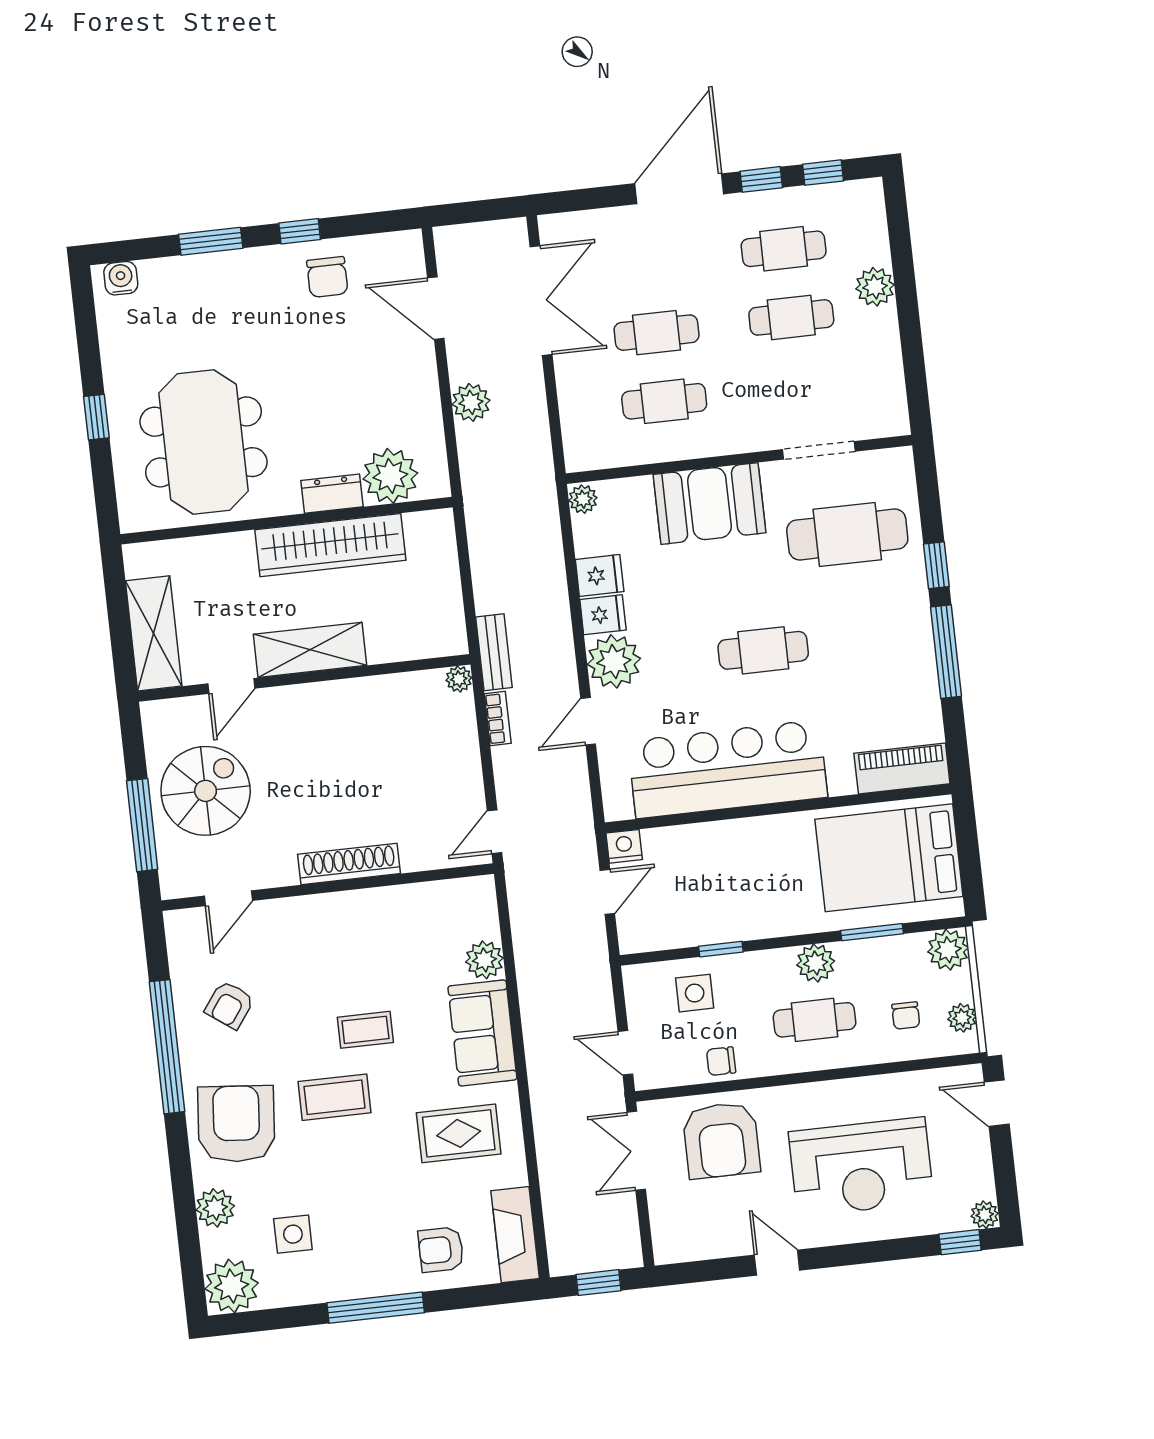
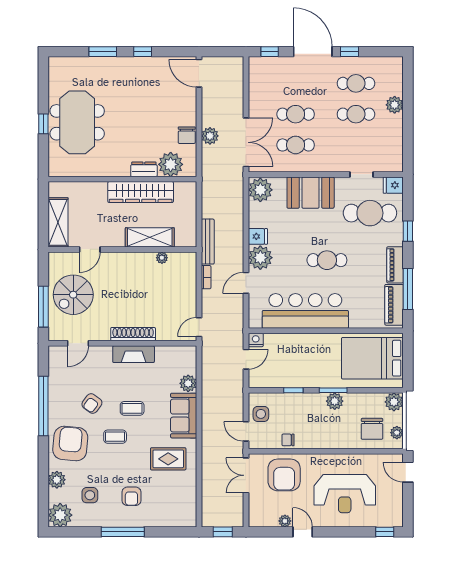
window: (823, 173) -> (270, 52), moved
door: (679, 189) -> (313, 52), hinge flipped
chair: (327, 277) -> (187, 135), moved
water cooler: (121, 278) -> (61, 64), removed
double door: (541, 301) -> (246, 142), moved
door: (436, 308) -> (199, 73), moved
meeting table: (203, 442) -> (77, 122), moved
doorway: (819, 450) -> (361, 174), width x0.73
plant: (583, 499) -> (260, 190), width x1.88, depth x1.88
fridge: (600, 575) -> (393, 185), moved, turned 180
piano: (916, 644) -> (395, 265), added
shelving: (310, 650) -> (150, 237), moved
bench: (494, 652) -> (208, 242), width x1.36
window: (946, 652) -> (408, 289), moved
plant: (459, 679) -> (162, 258), moved
piano: (902, 769) -> (394, 305), moved, turned -90
spiral stairs: (206, 791) -> (73, 295), turned 180
window: (872, 932) -> (333, 390), moved
side table: (695, 993) -> (261, 414), moved
armchair: (229, 1005) -> (92, 403), moved
chair: (906, 1016) -> (372, 429), width x1.87, depth x1.87
cafe table: (815, 1020) -> (331, 426), removed
coffee table: (335, 1097) -> (115, 437), width x0.73, depth x0.77
plant: (985, 1215) -> (285, 521), moved
fireplace: (515, 1235) -> (134, 354), moved, turned -90
armchair: (441, 1250) -> (131, 496), moved, turned -90

